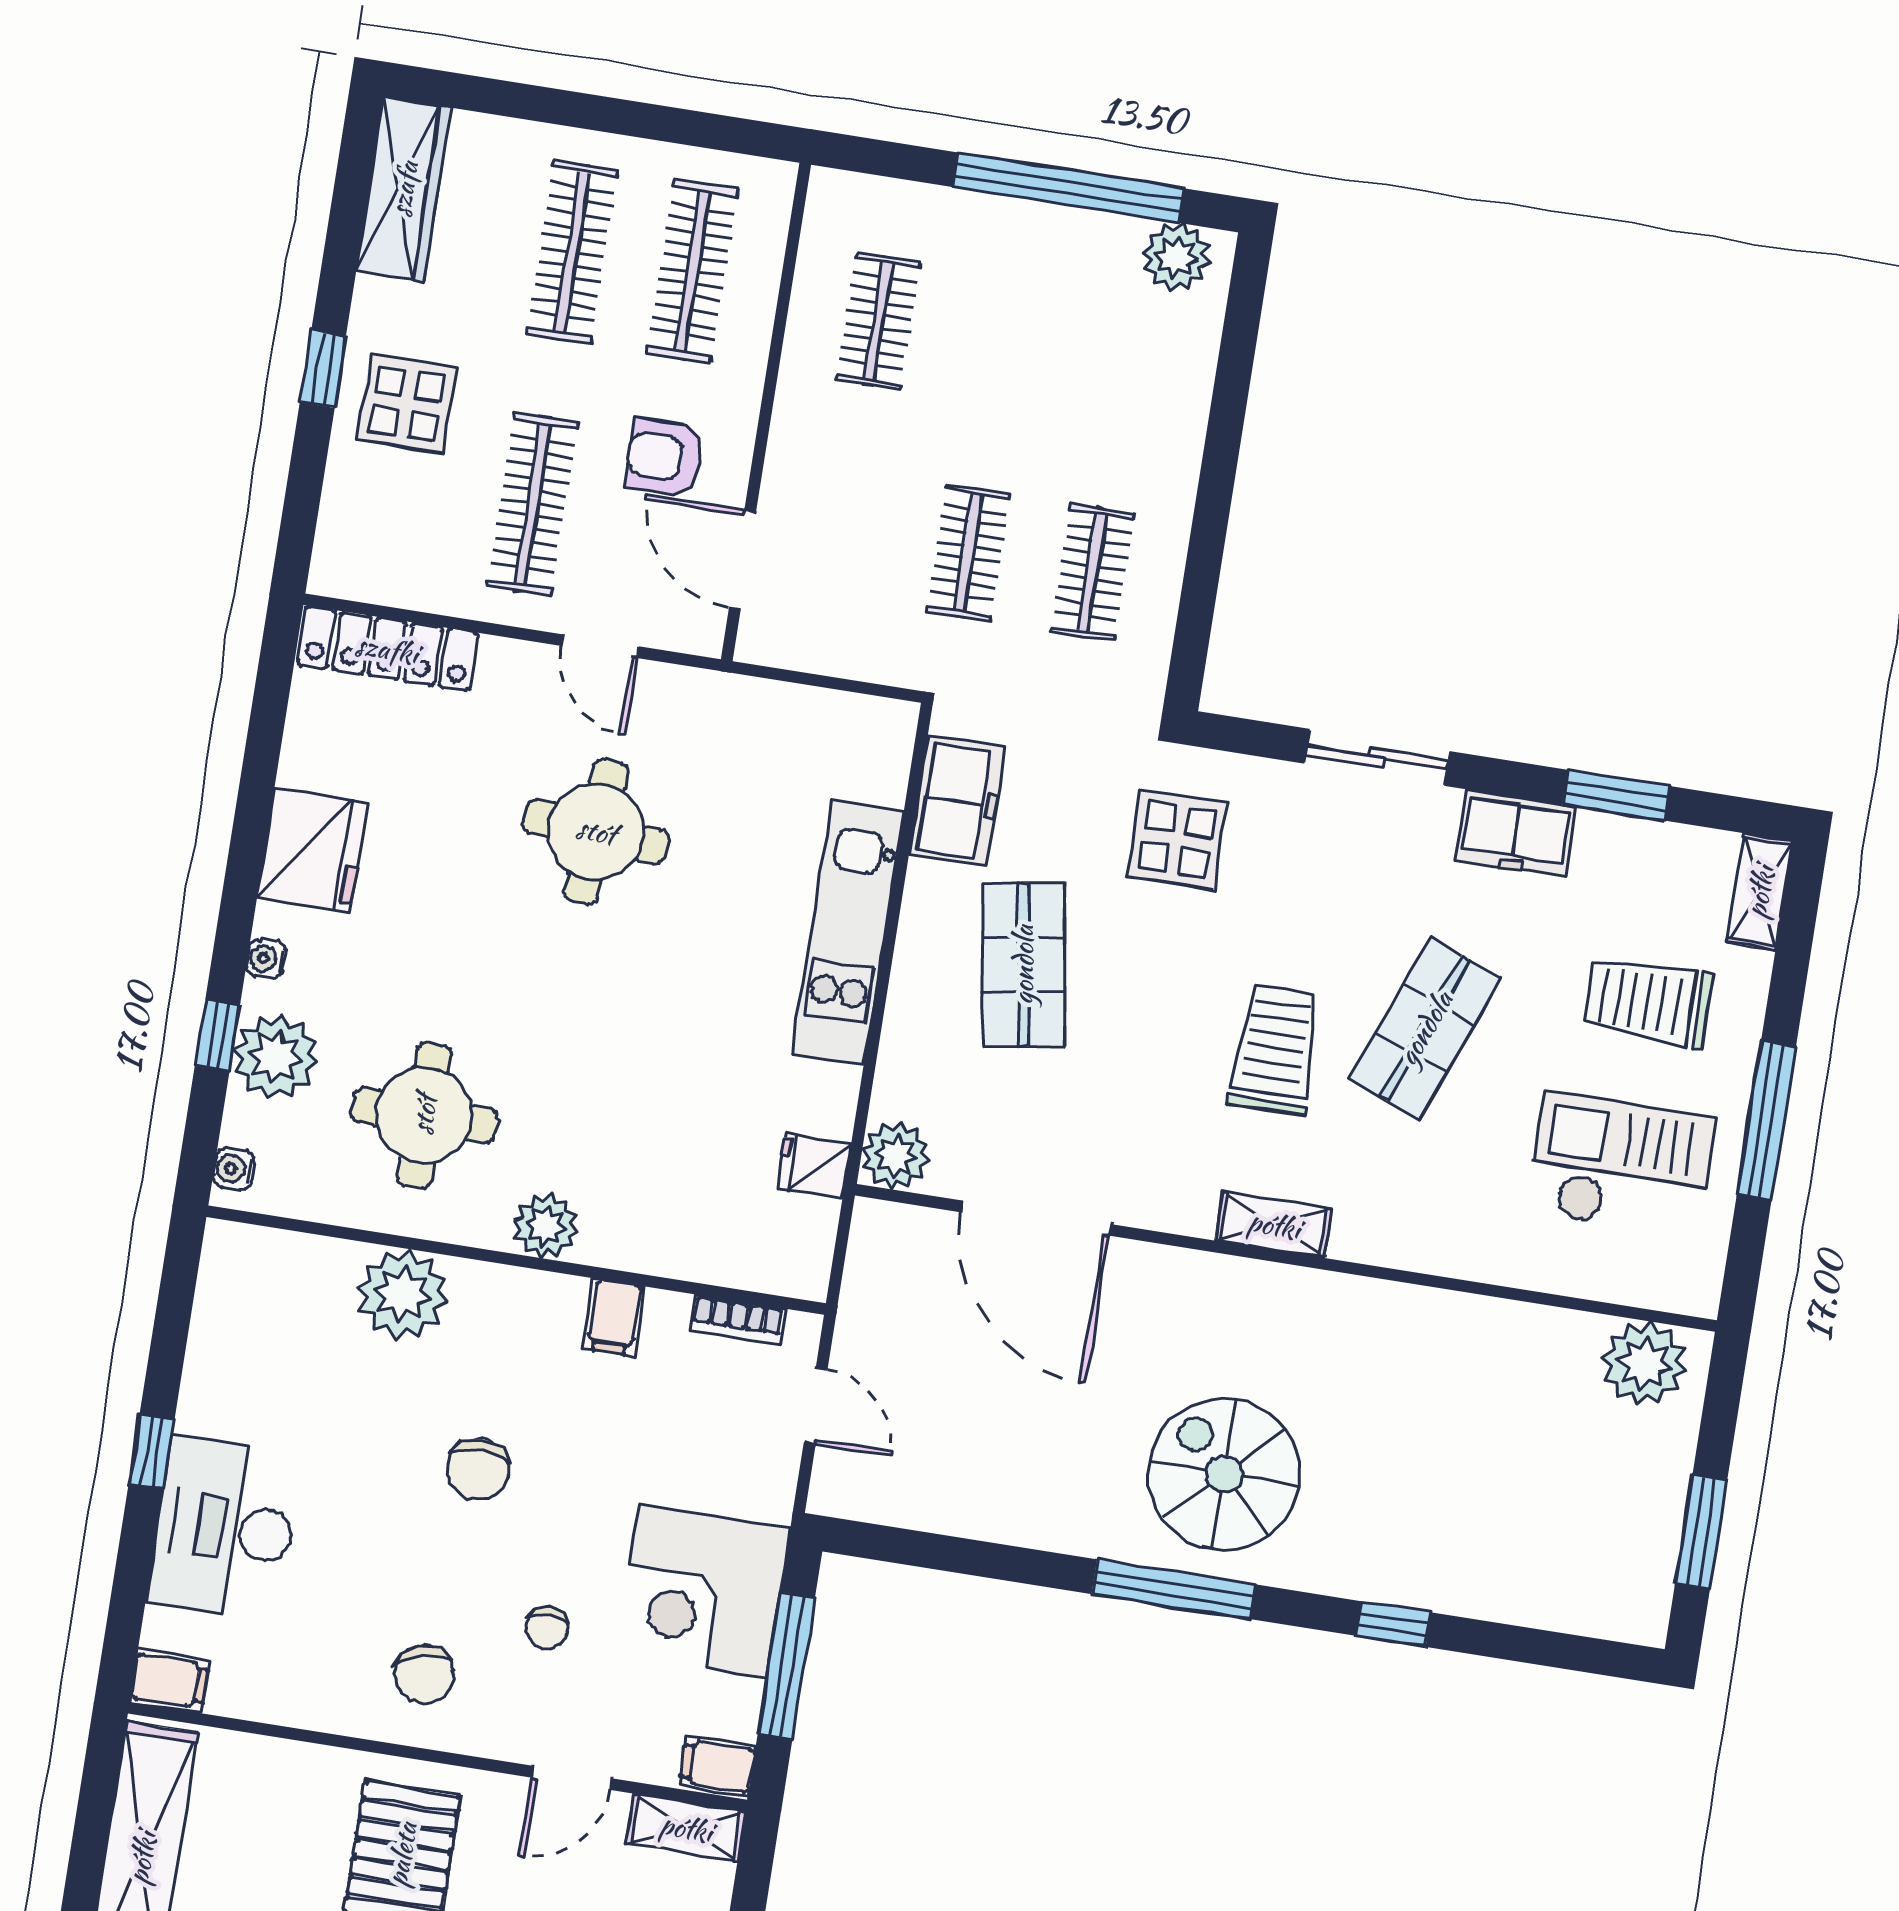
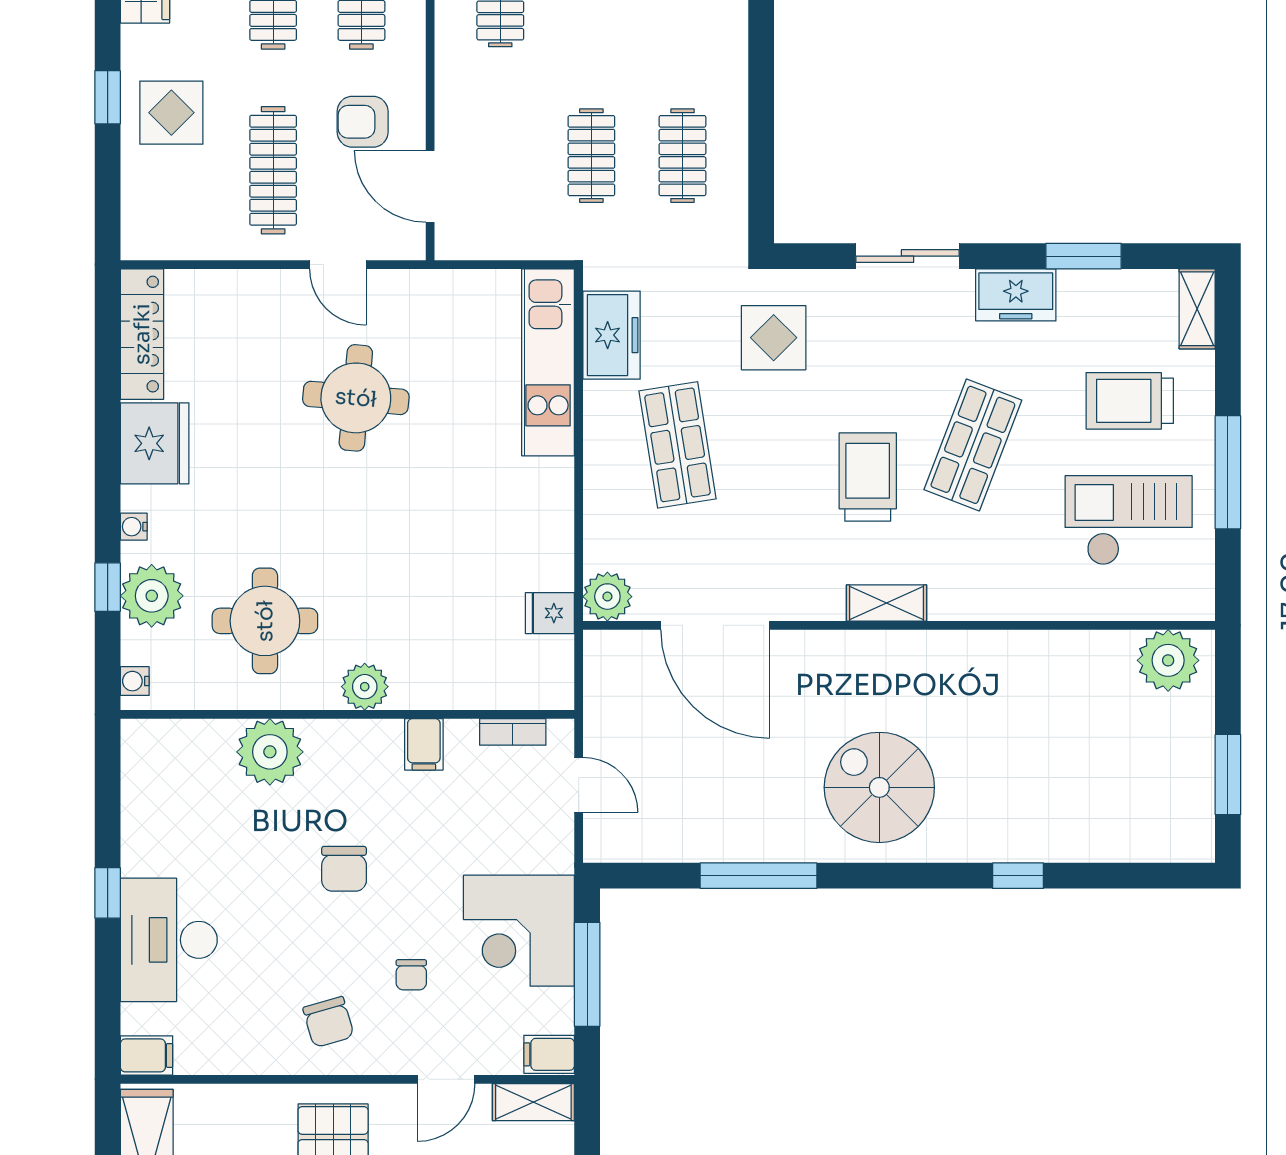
locker: (387, 649) -> (142, 334), moved, turned -90
kitchen unit: (848, 933) -> (548, 362), moved
window: (1174, 1589) -> (758, 876), moved

